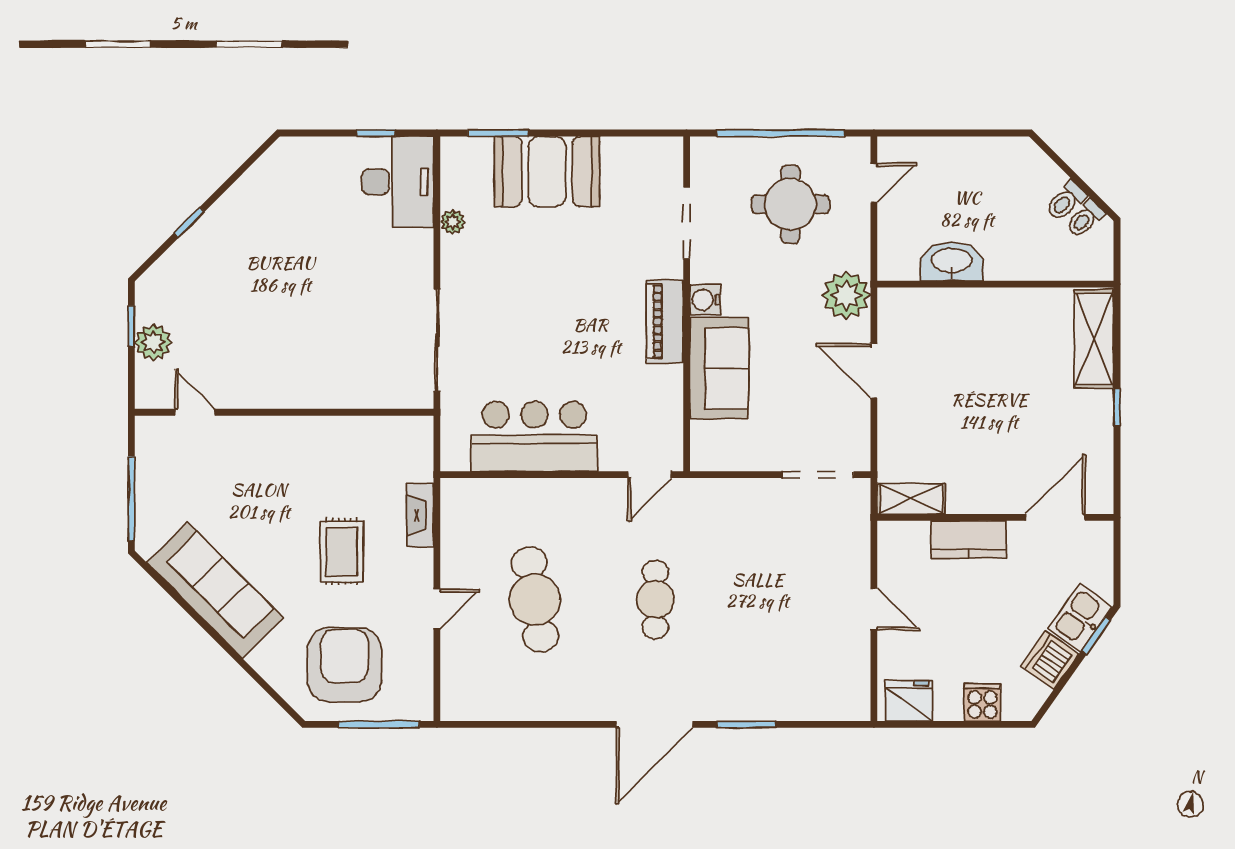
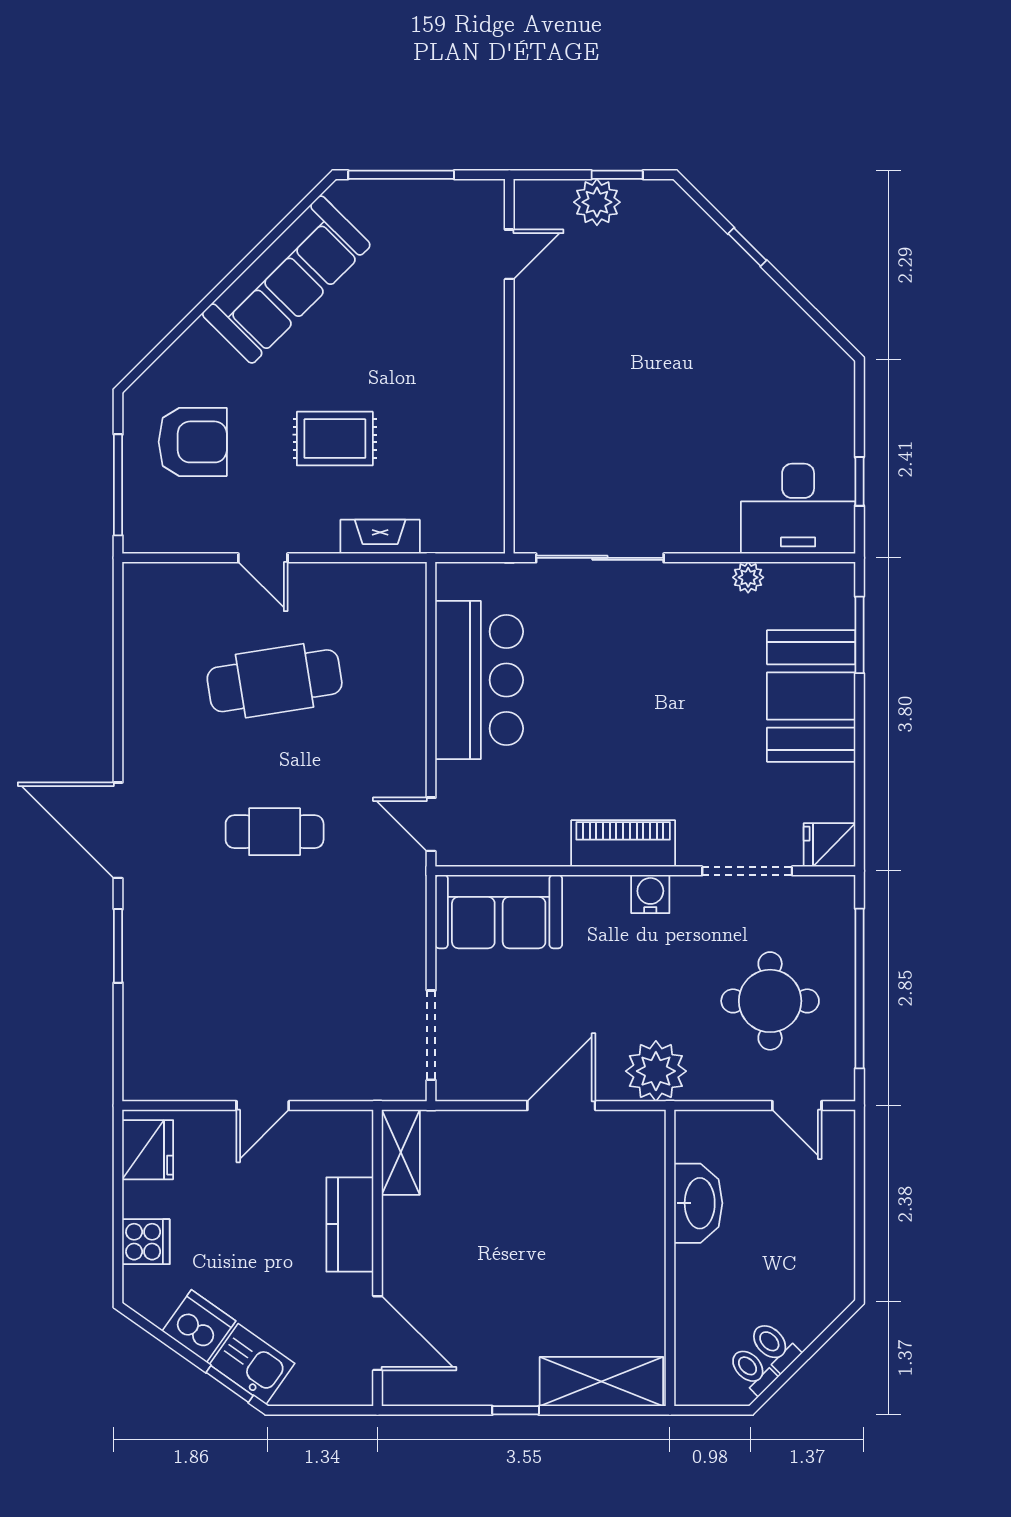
fridge: (666, 157) -> (829, 845), added
sofa: (719, 368) -> (499, 912), moved
armchair: (344, 665) -> (193, 442), width x0.73, depth x0.73

